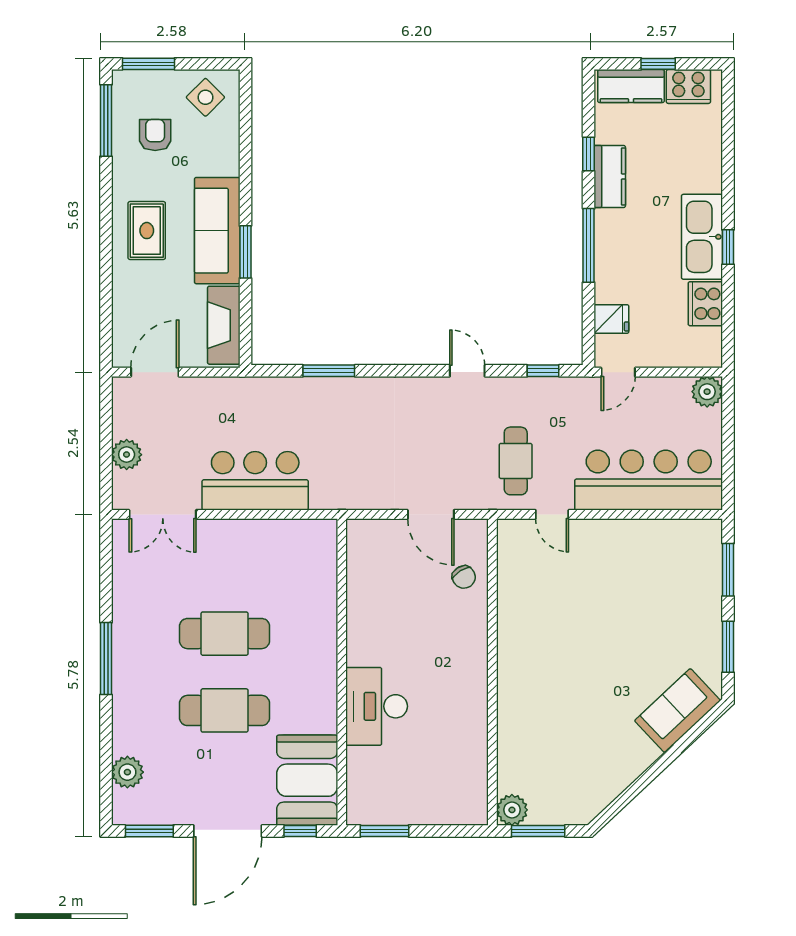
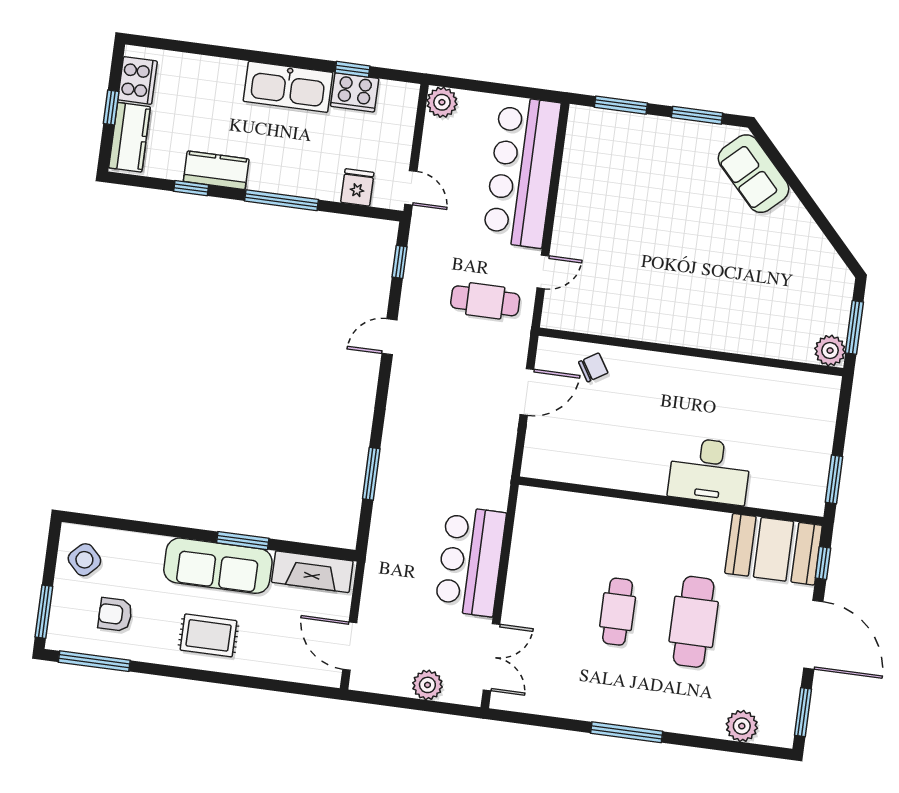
window: (728, 247) -> (353, 69), moved
cafe table: (225, 634) -> (618, 612), width x0.73, depth x0.74

